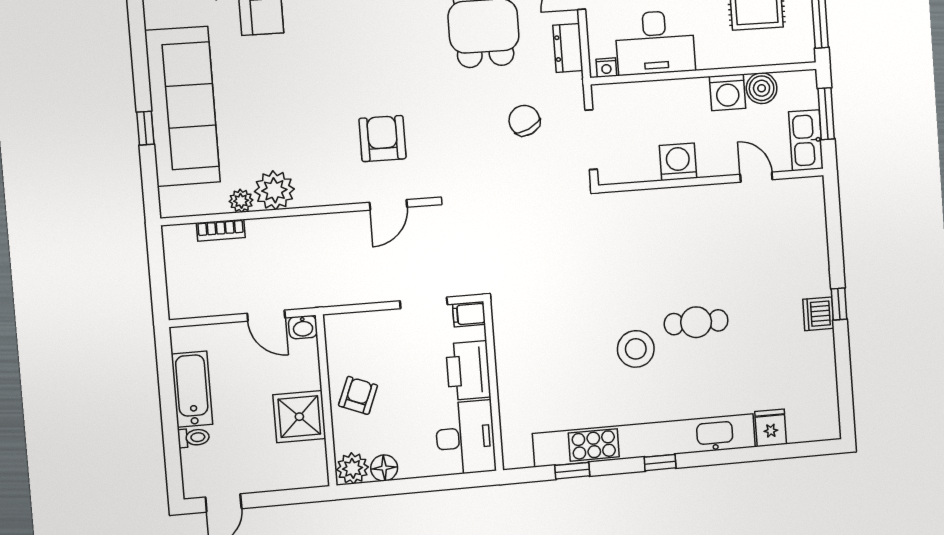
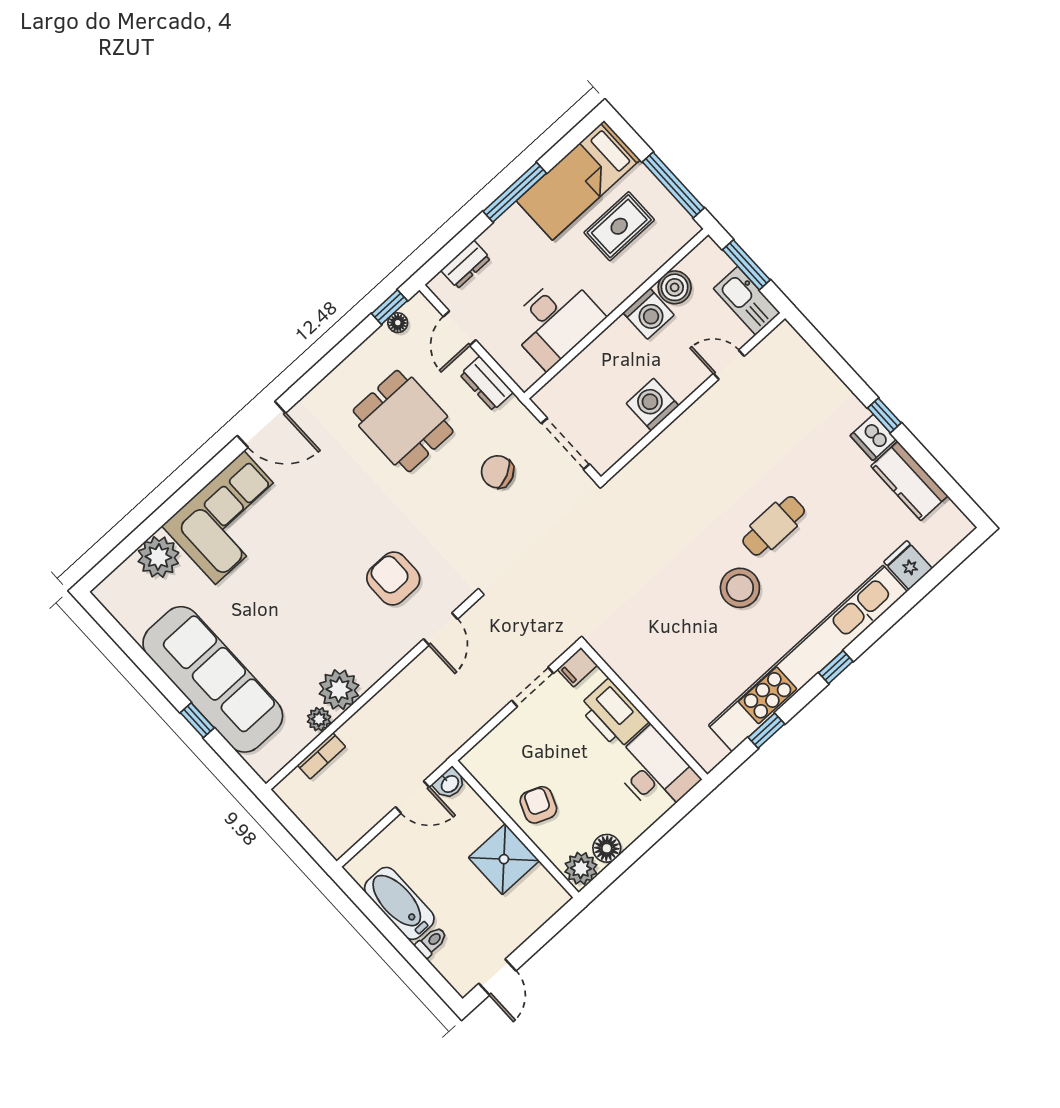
nightstand: (606, 68) -> (531, 374), removed
kitchen counter: (820, 366) -> (909, 481), added

